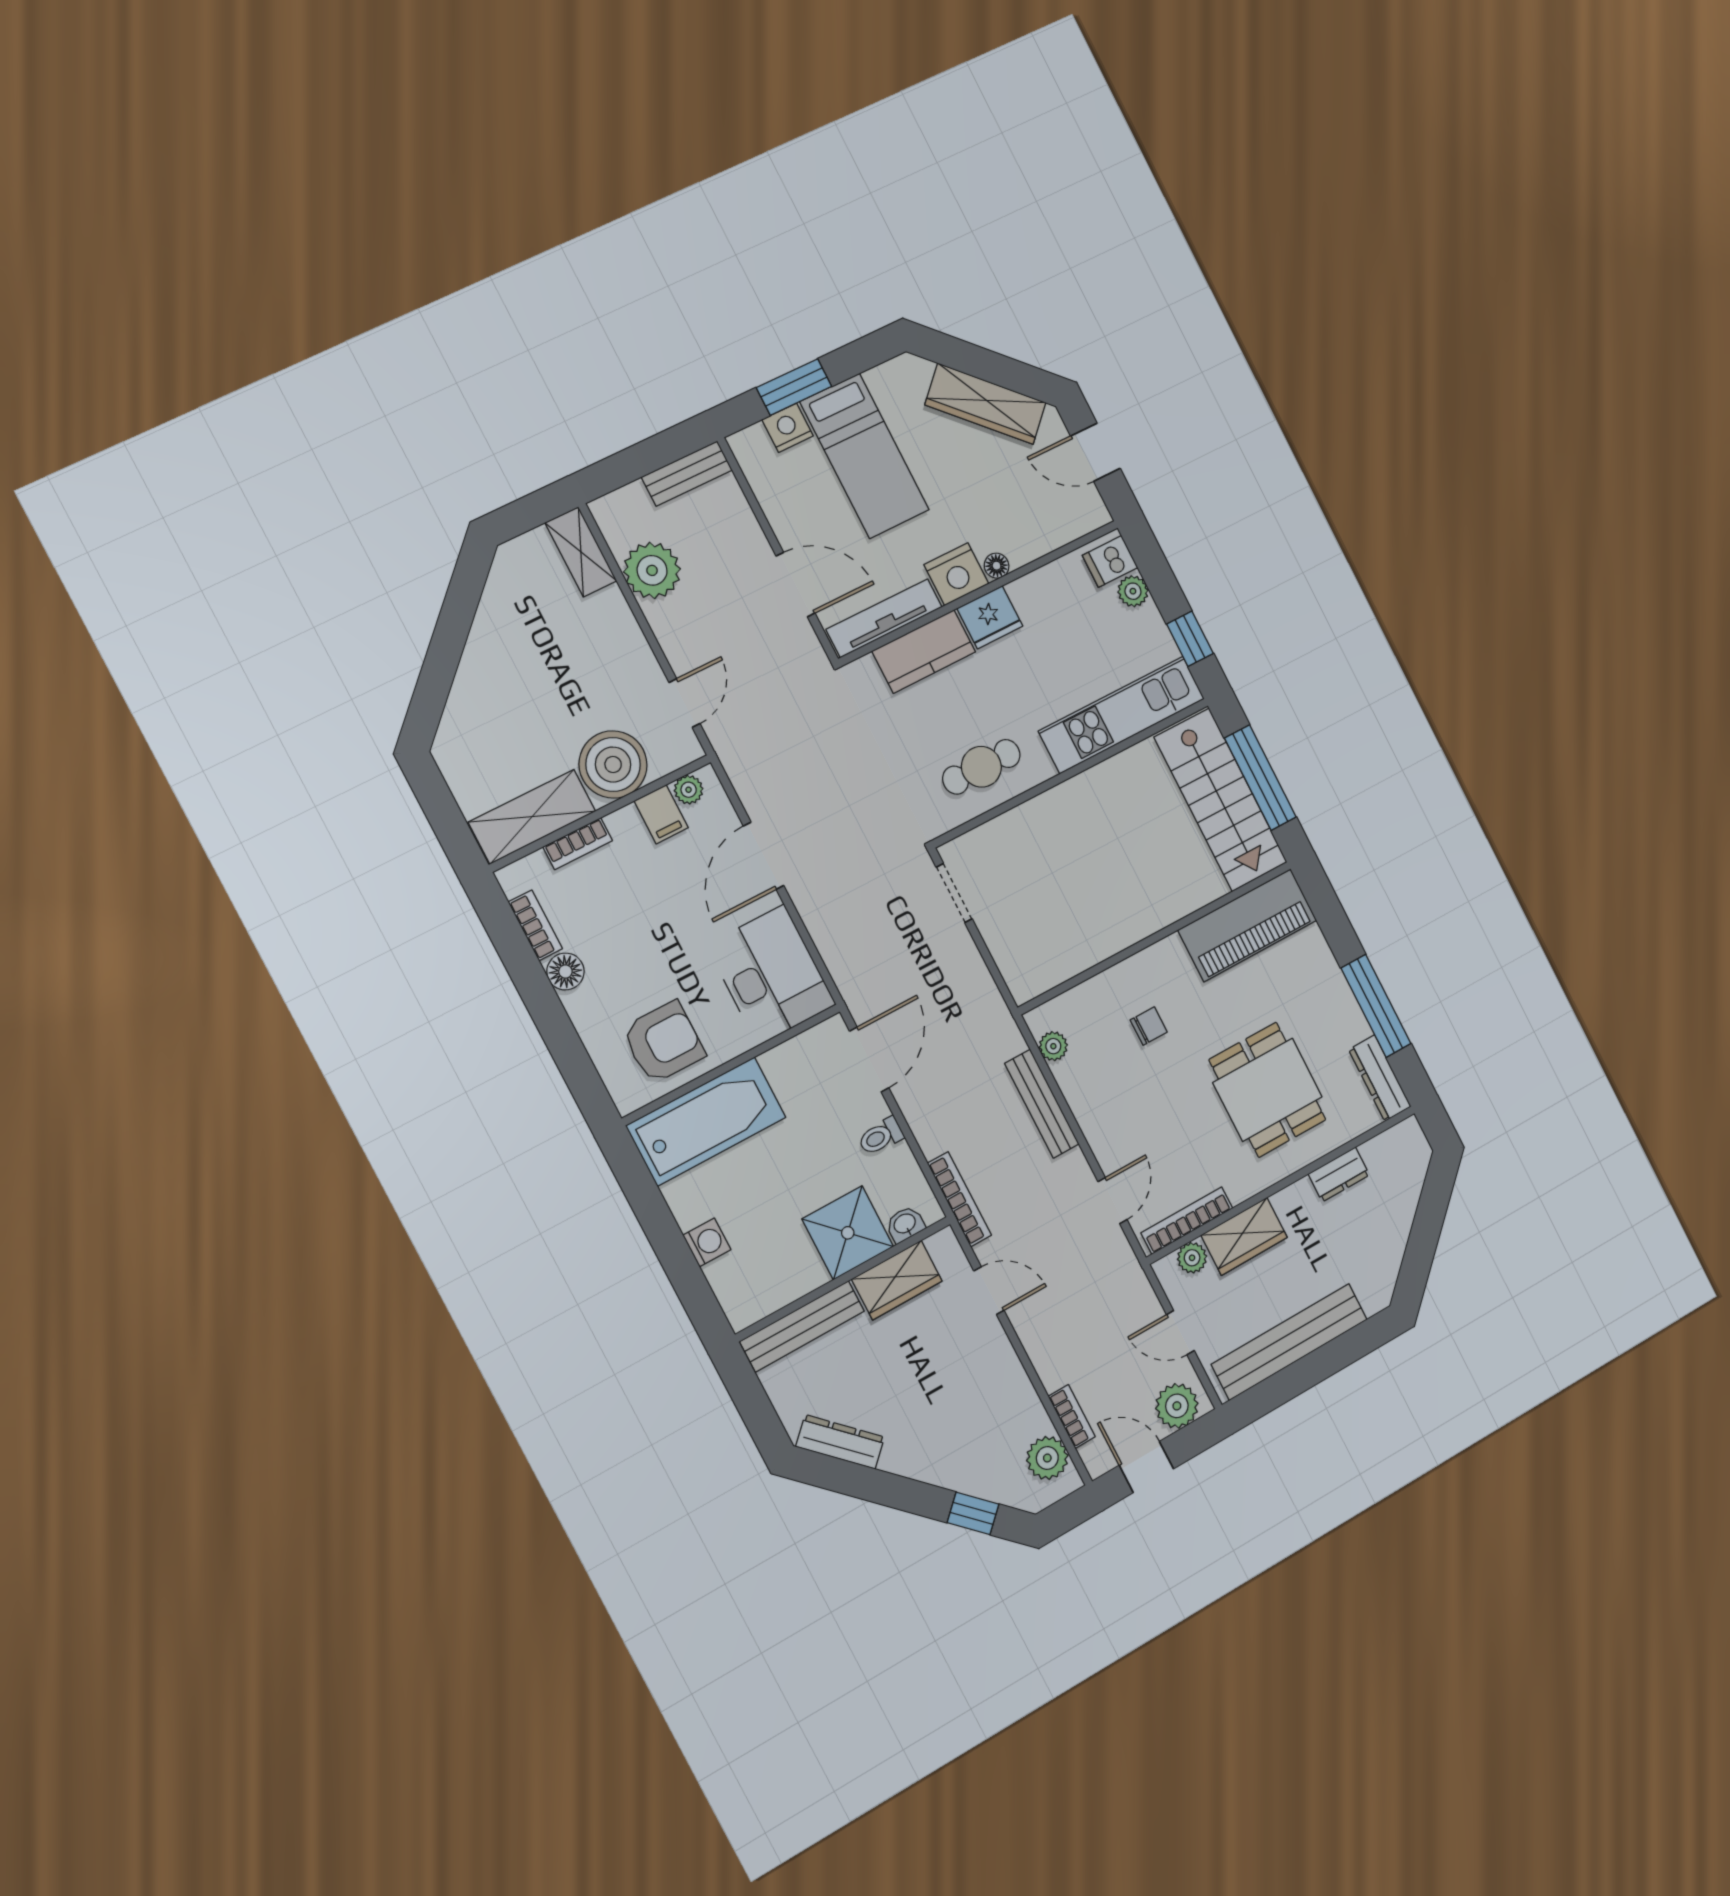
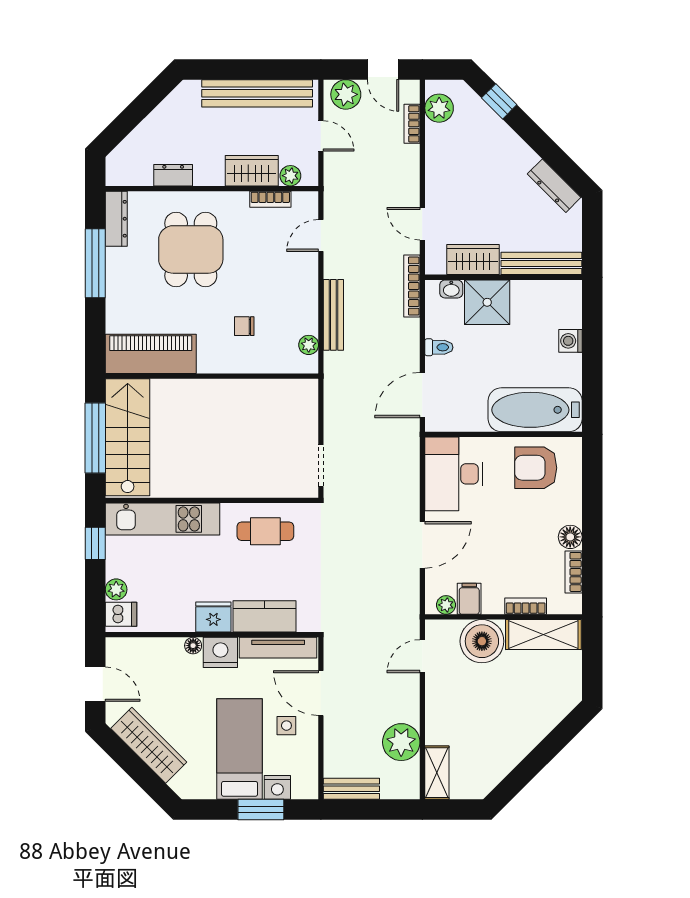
side table: (819, 518) -> (286, 726), added
bookcase: (1187, 1220) -> (270, 199), width x0.64

